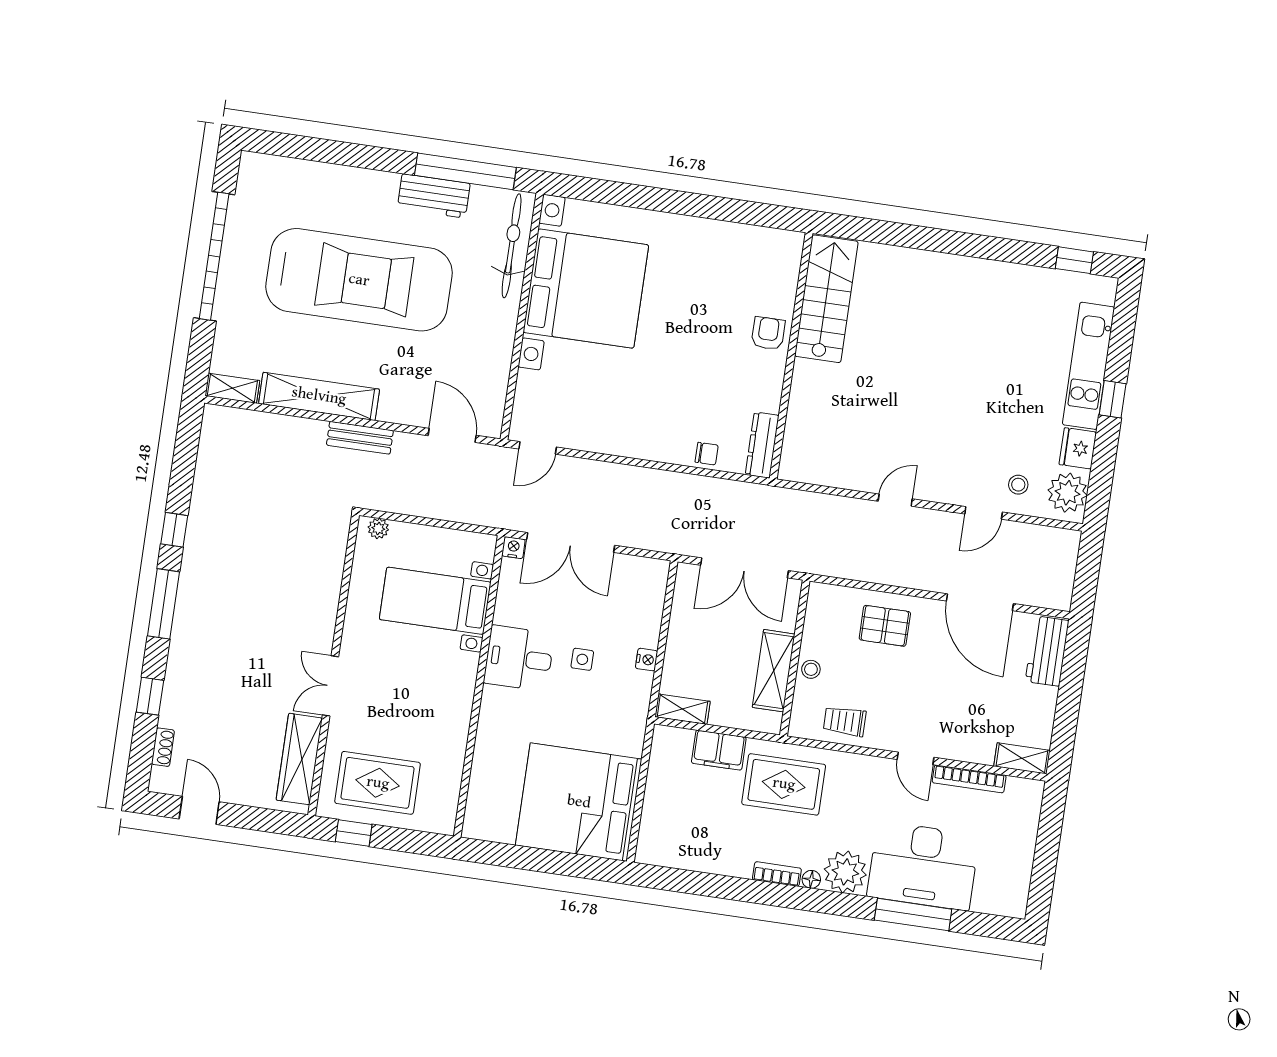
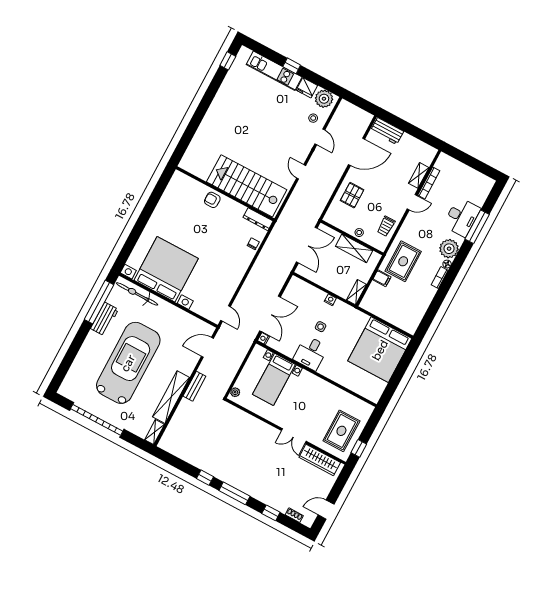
stairs: (826, 299) -> (247, 186), moved, width x1.36, depth x1.51
filing cabinet: (719, 750) -> (382, 278), width x0.50
shelving: (1022, 758) -> (419, 175), moved
desk: (923, 866) -> (462, 217), width x0.73, depth x0.77

